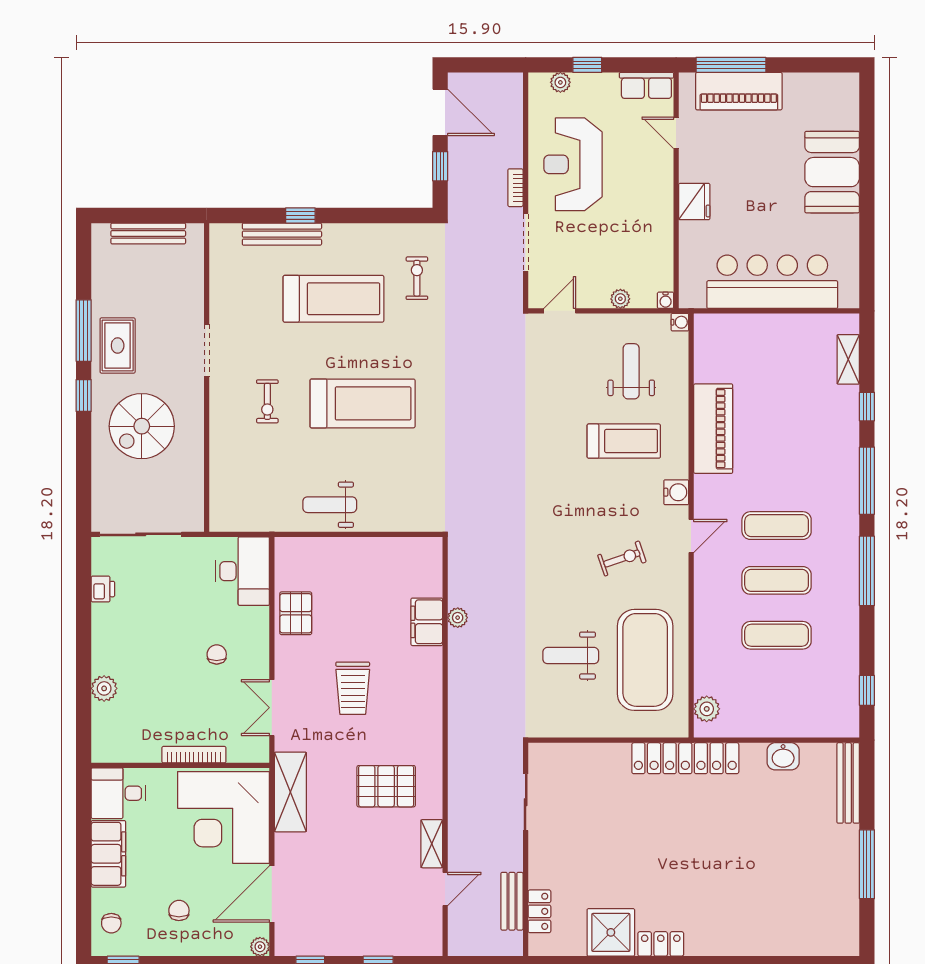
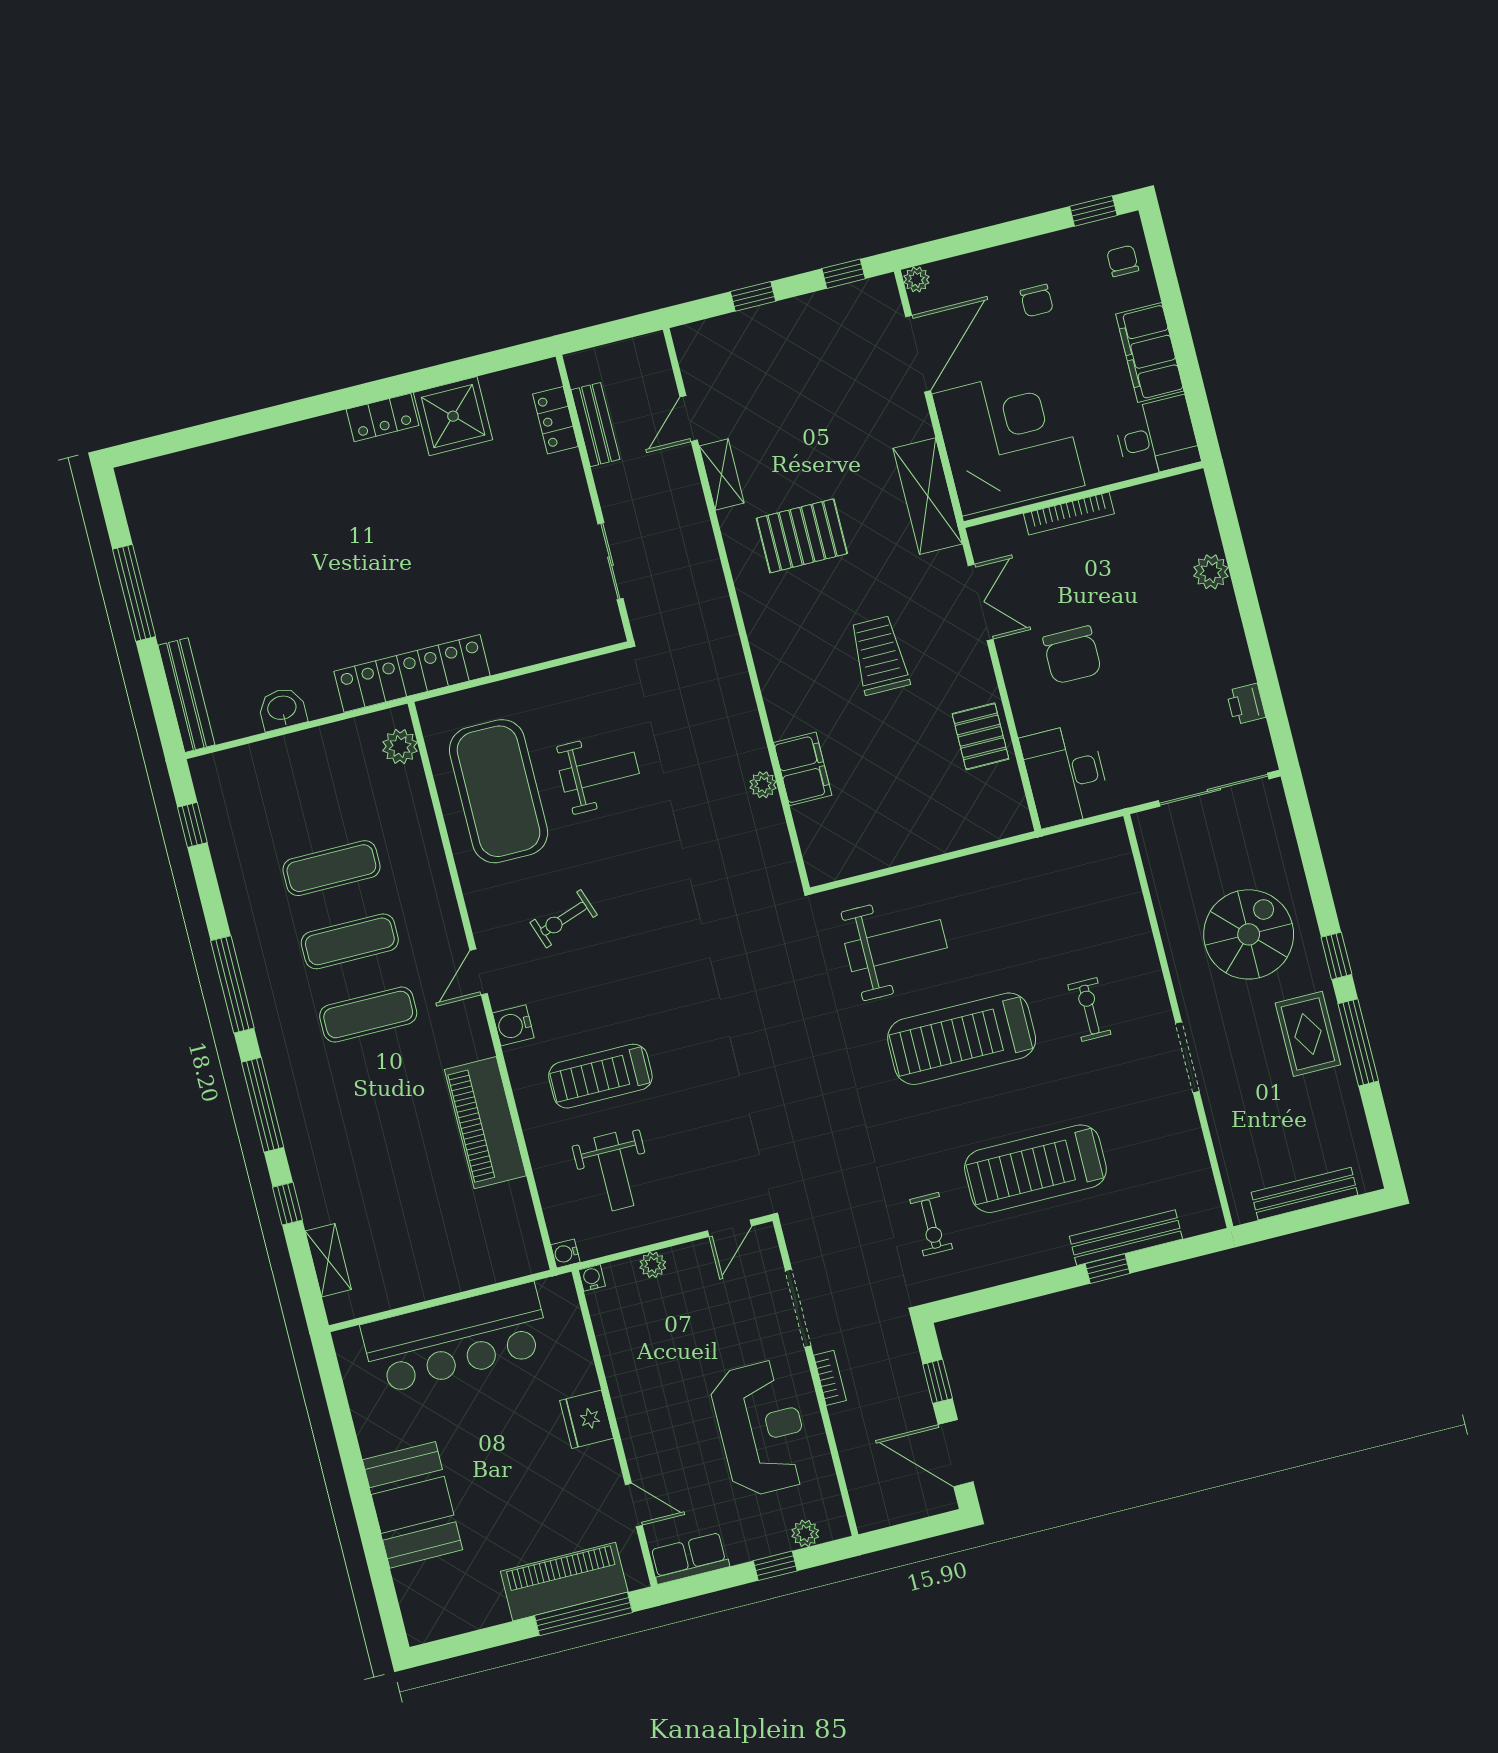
weight bench: (330, 505) -> (896, 946), moved, width x1.36, depth x1.33
chair: (217, 654) -> (1072, 655), width x1.87, depth x1.87

